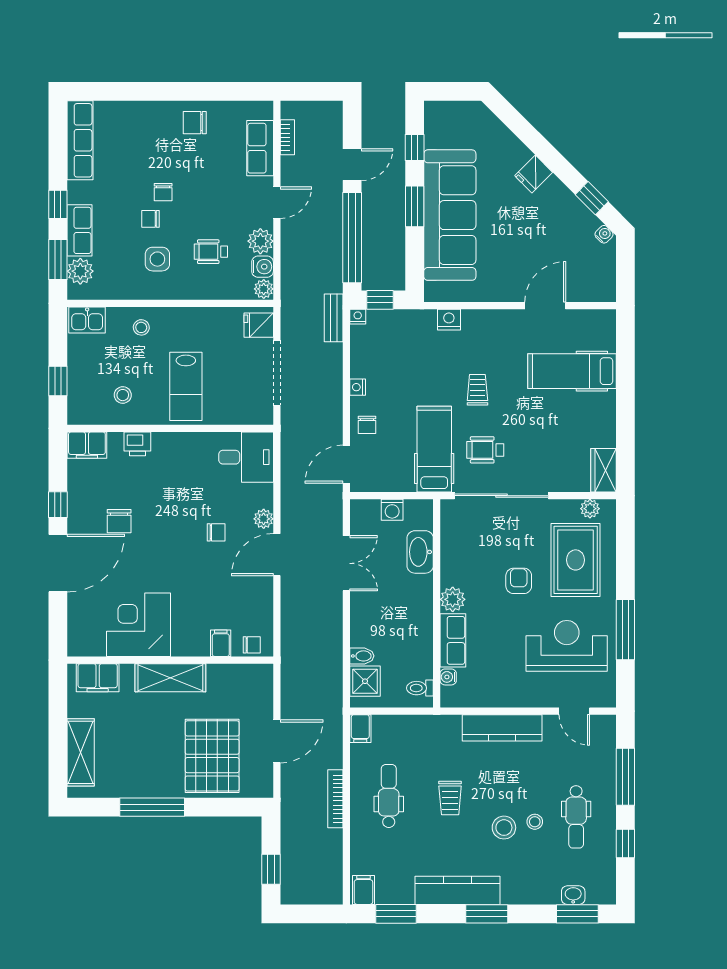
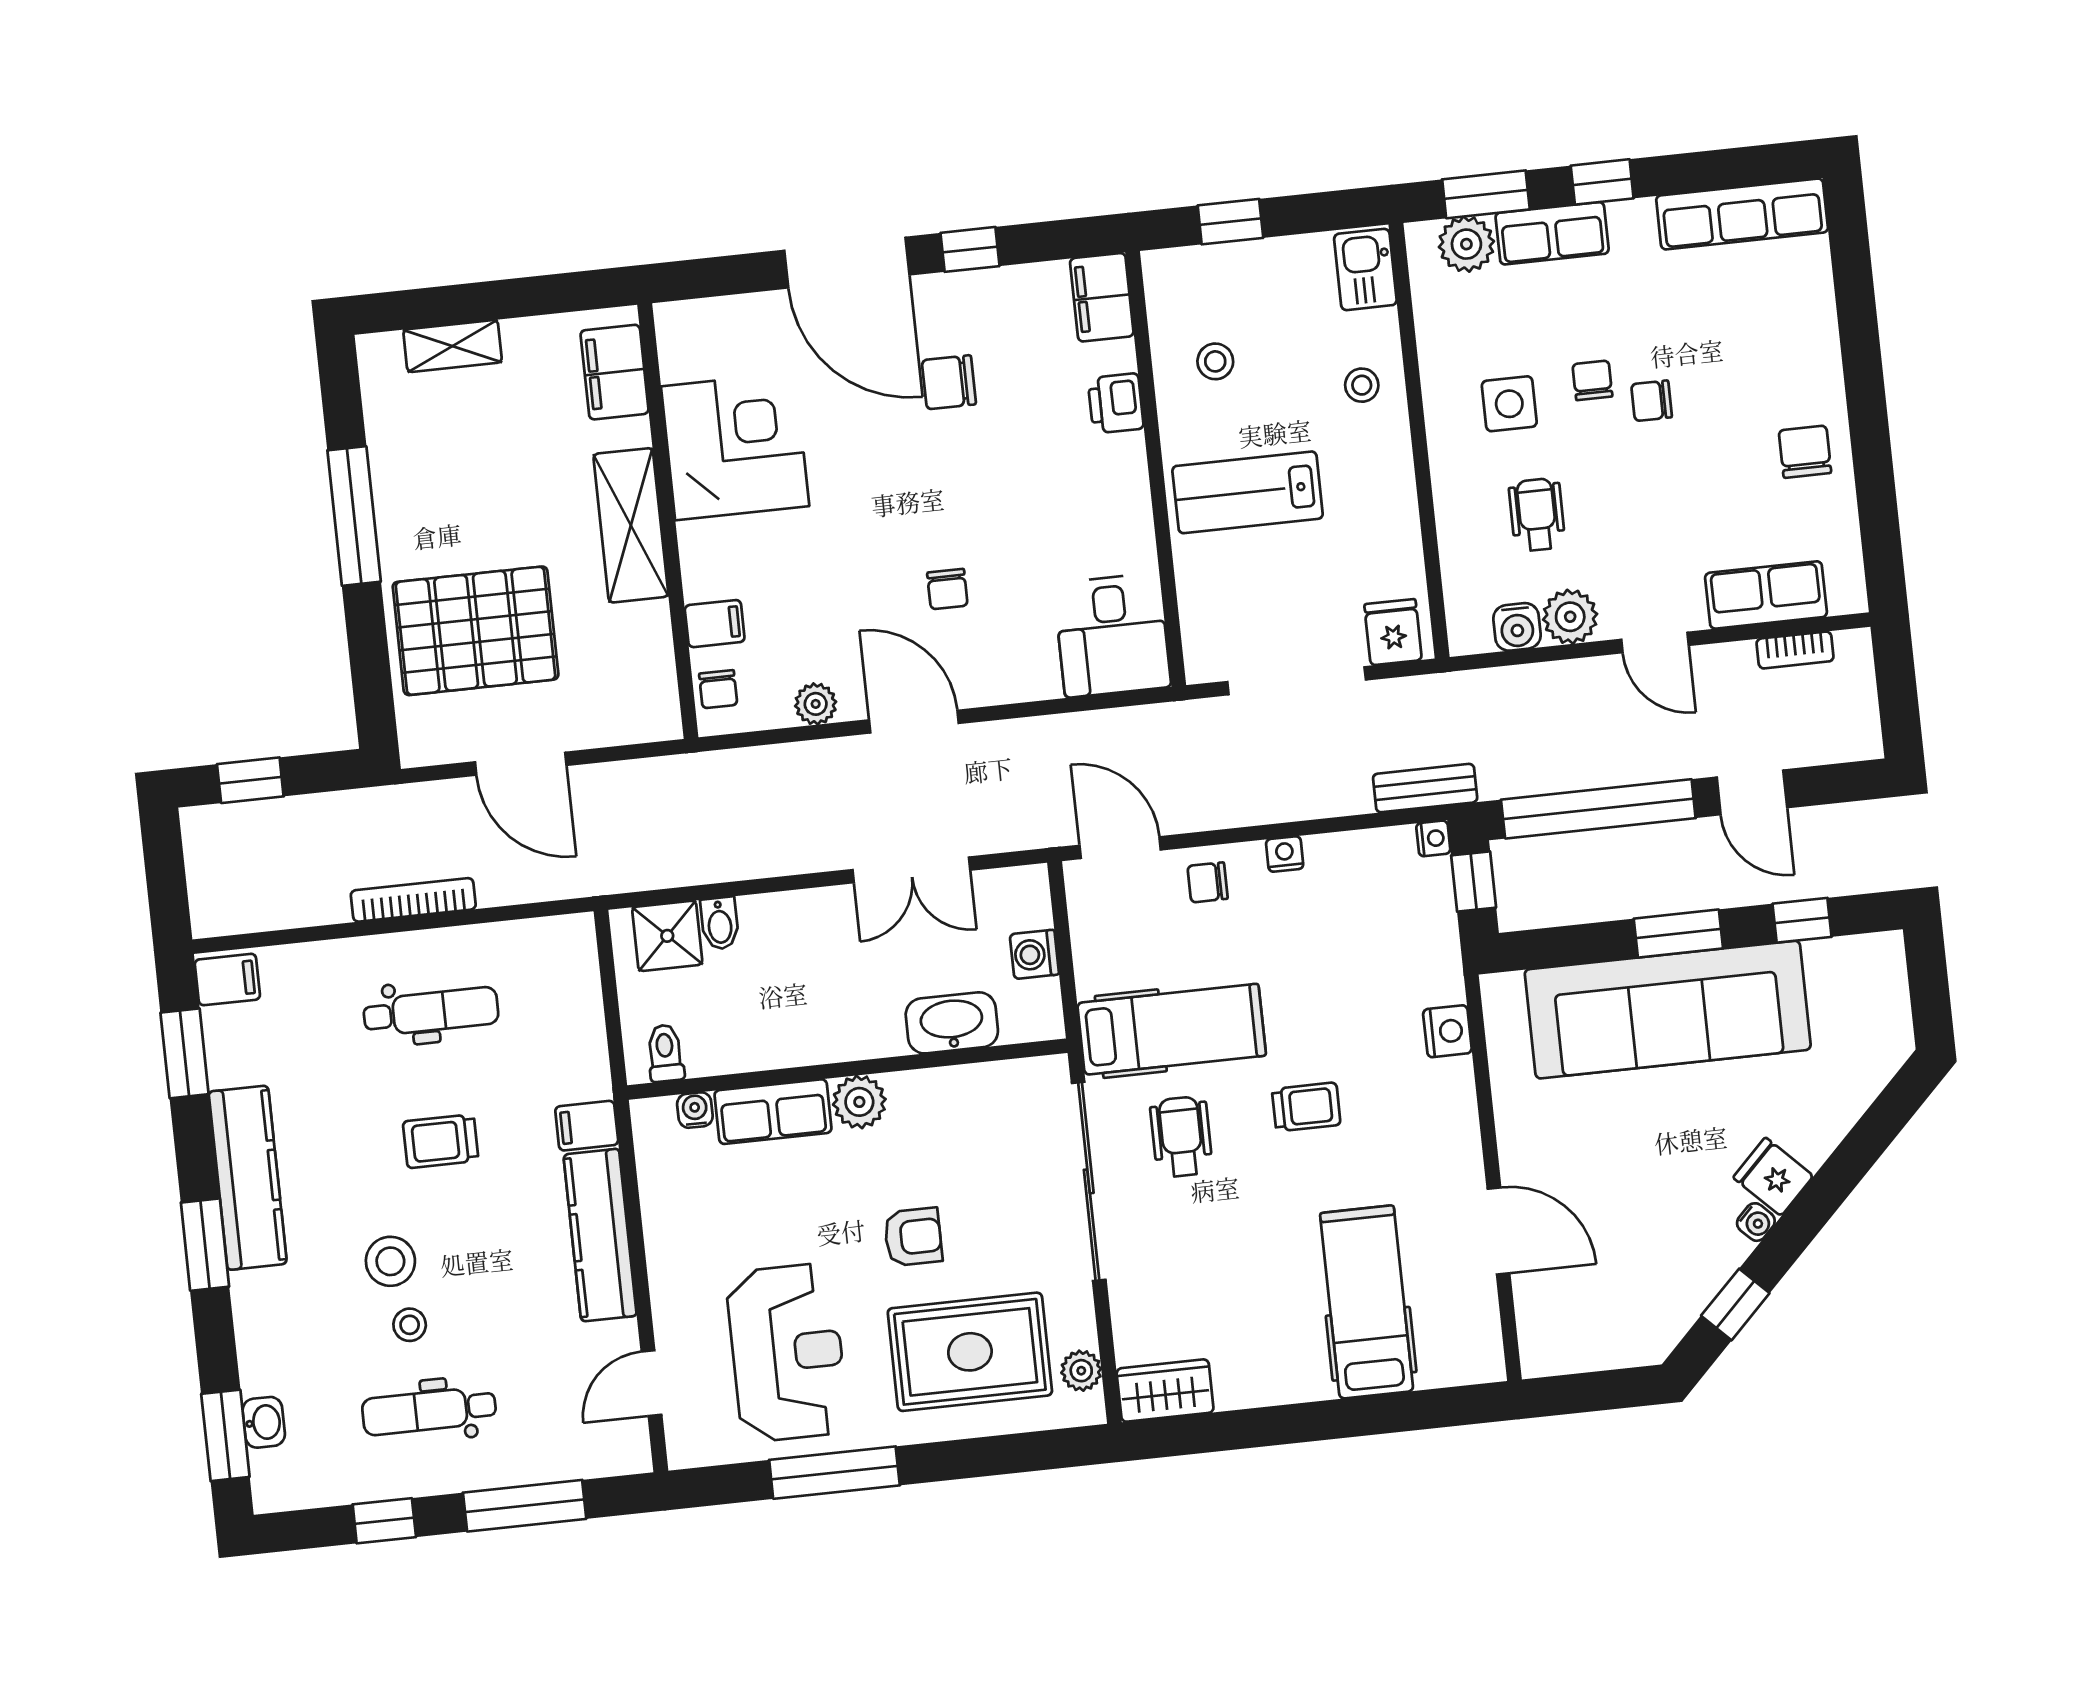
water cooler: (604, 234) -> (1756, 1222), moved
plant: (264, 289) -> (1470, 634), removed
plant: (264, 519) -> (816, 704), moved
filing cabinet: (360, 729) -> (587, 1126), moved
shelving: (81, 752) -> (453, 346), width x0.67, depth x0.75

